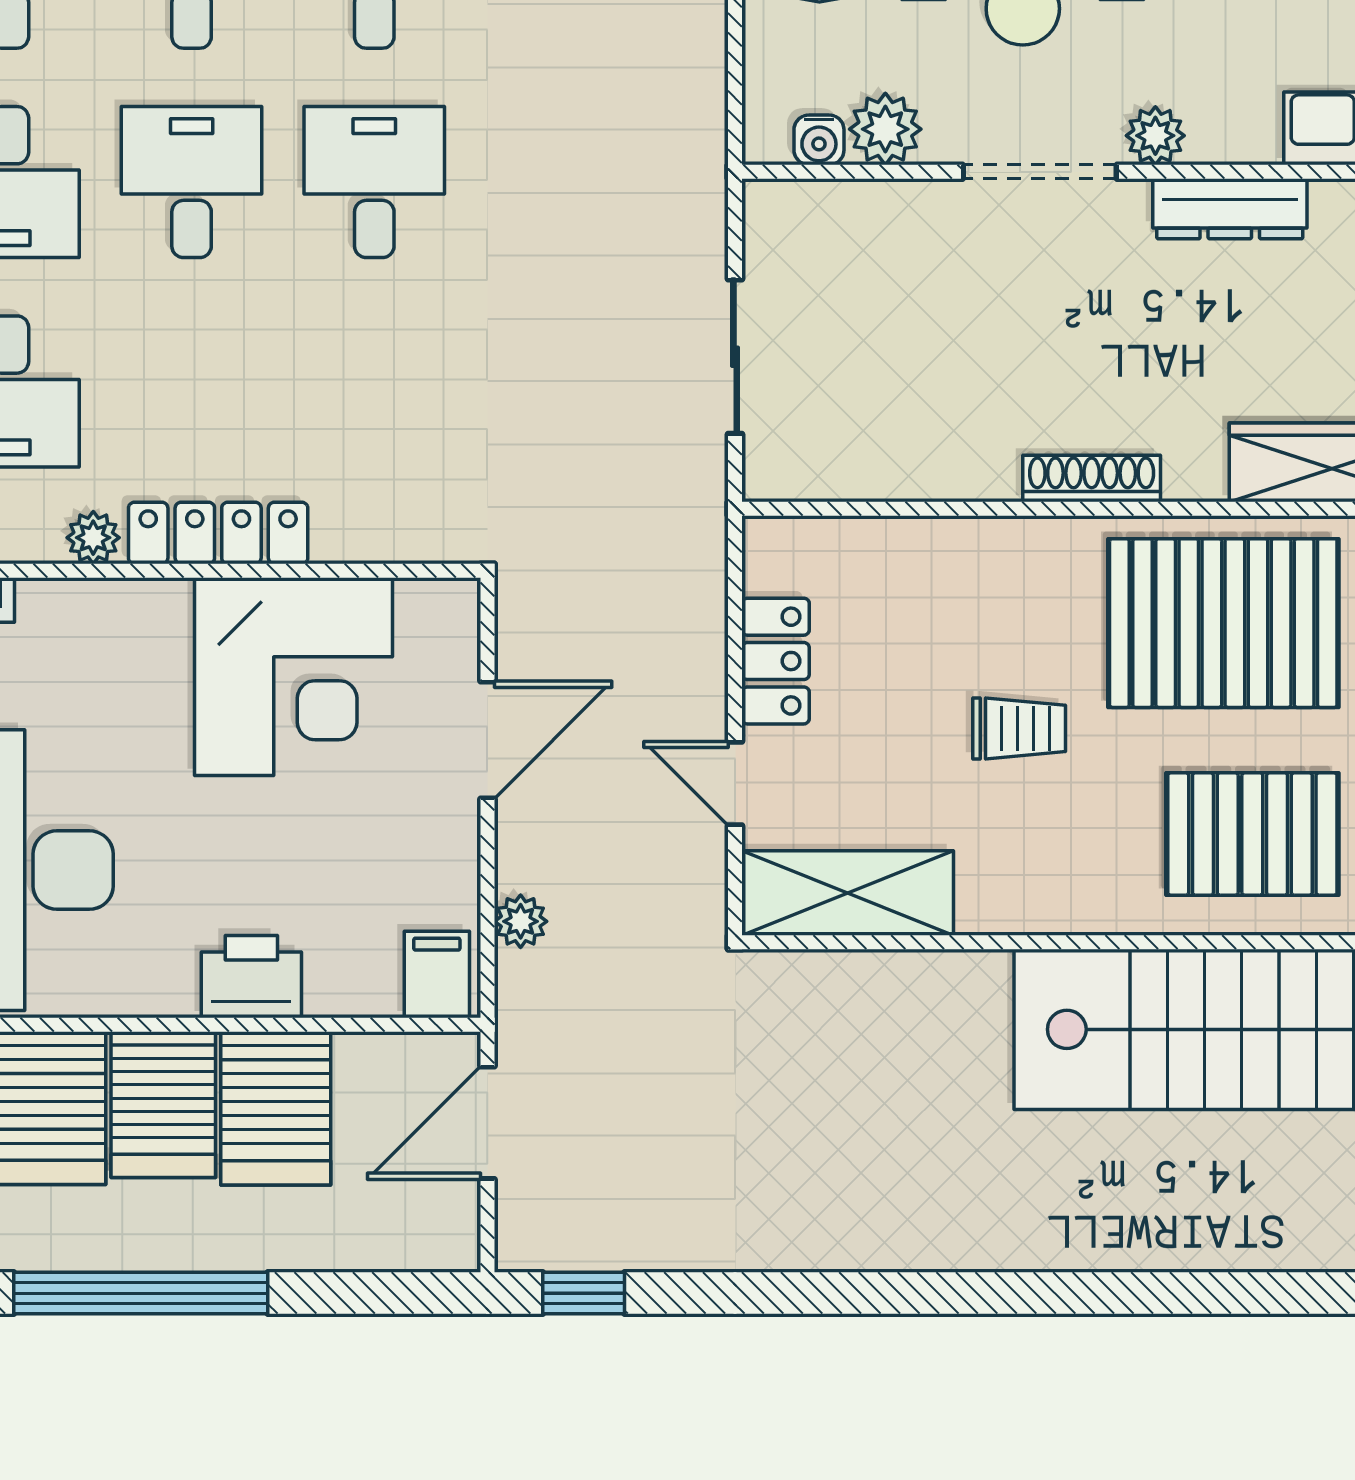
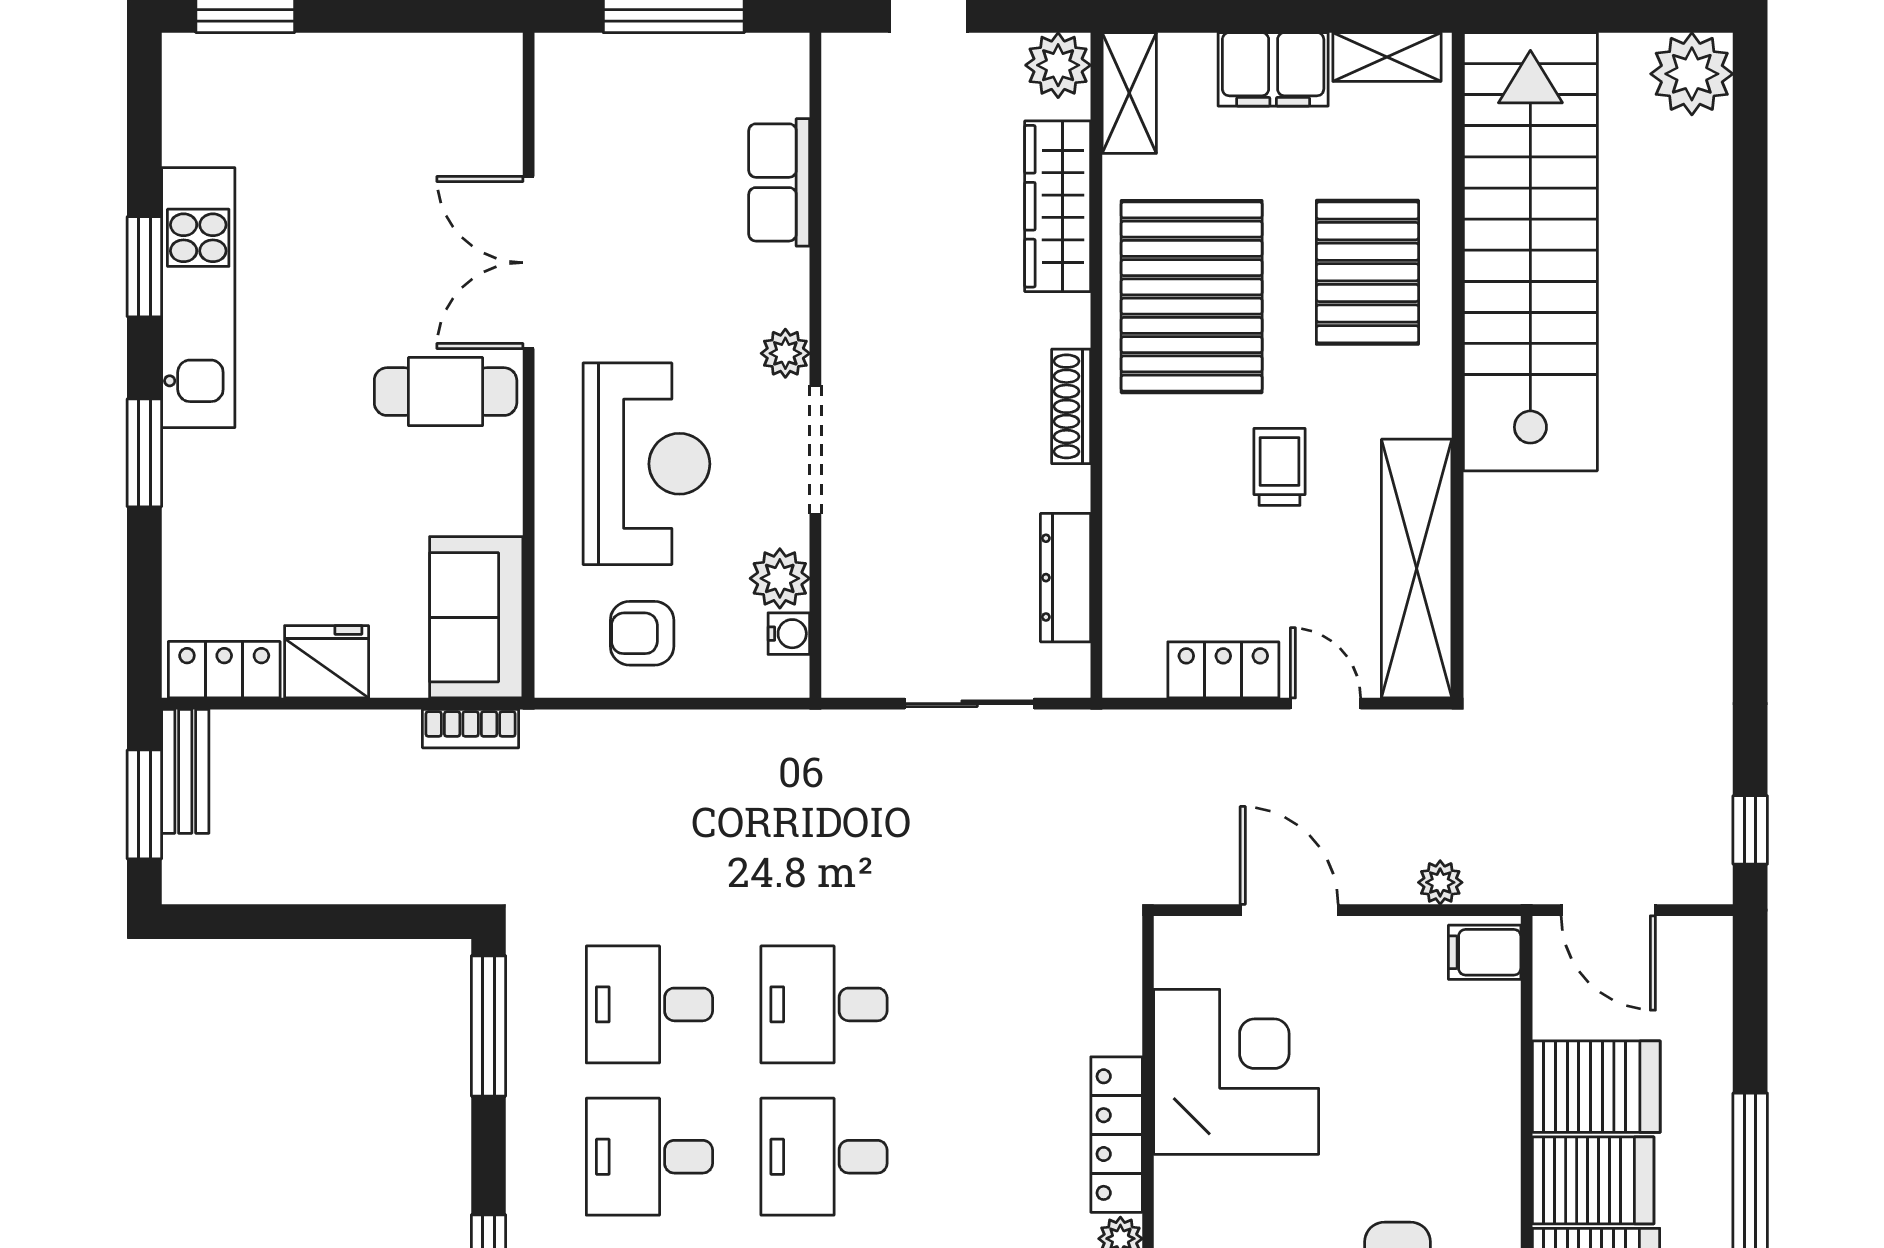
dresser: (1230, 209) -> (1066, 578), moved, turned 180
door: (735, 784) -> (1325, 704), swing flipped
shelving: (848, 893) -> (1417, 569), width x1.47
printer: (251, 977) -> (1486, 1107), removed

